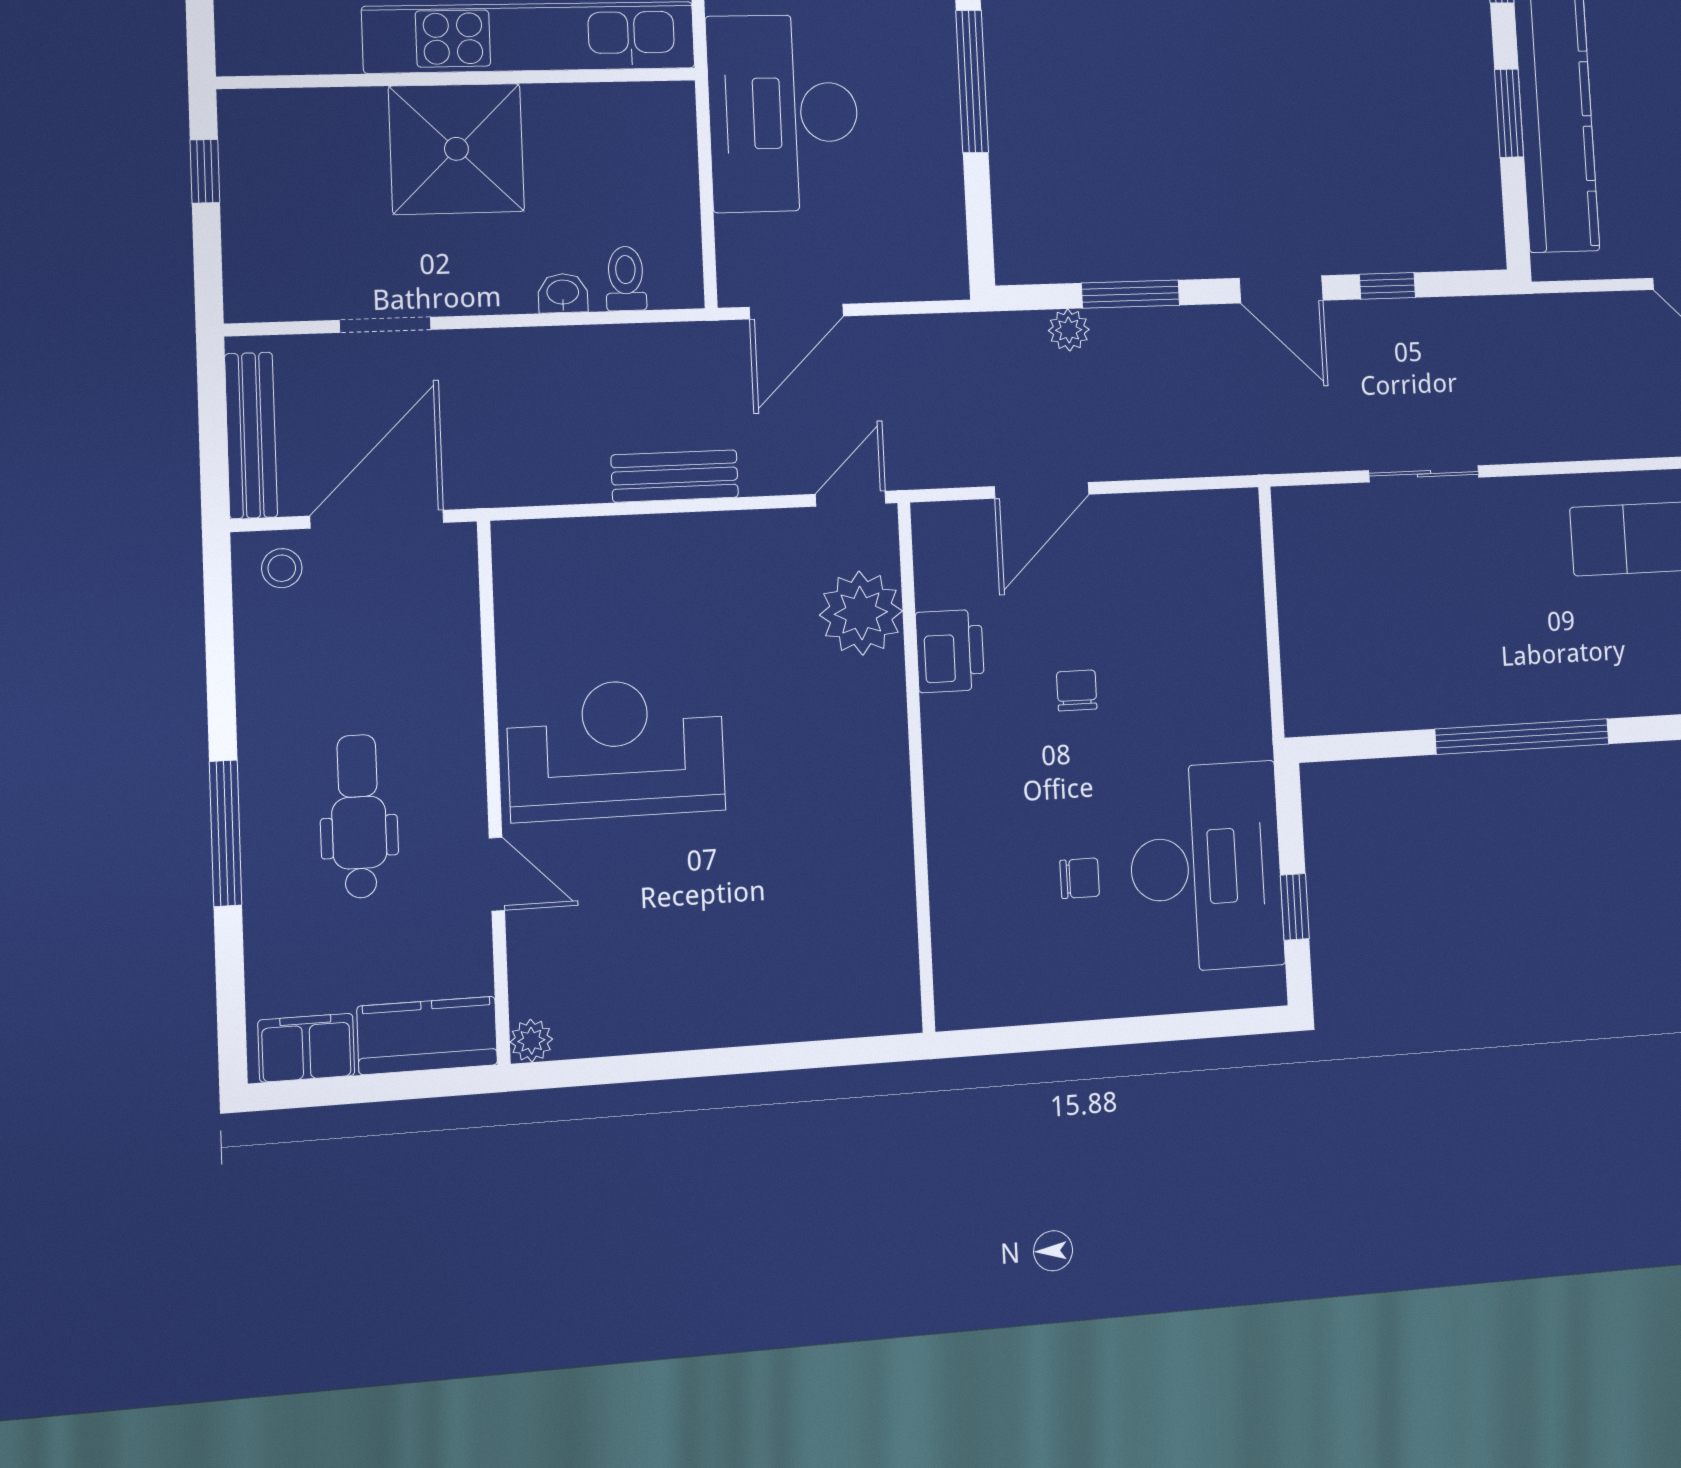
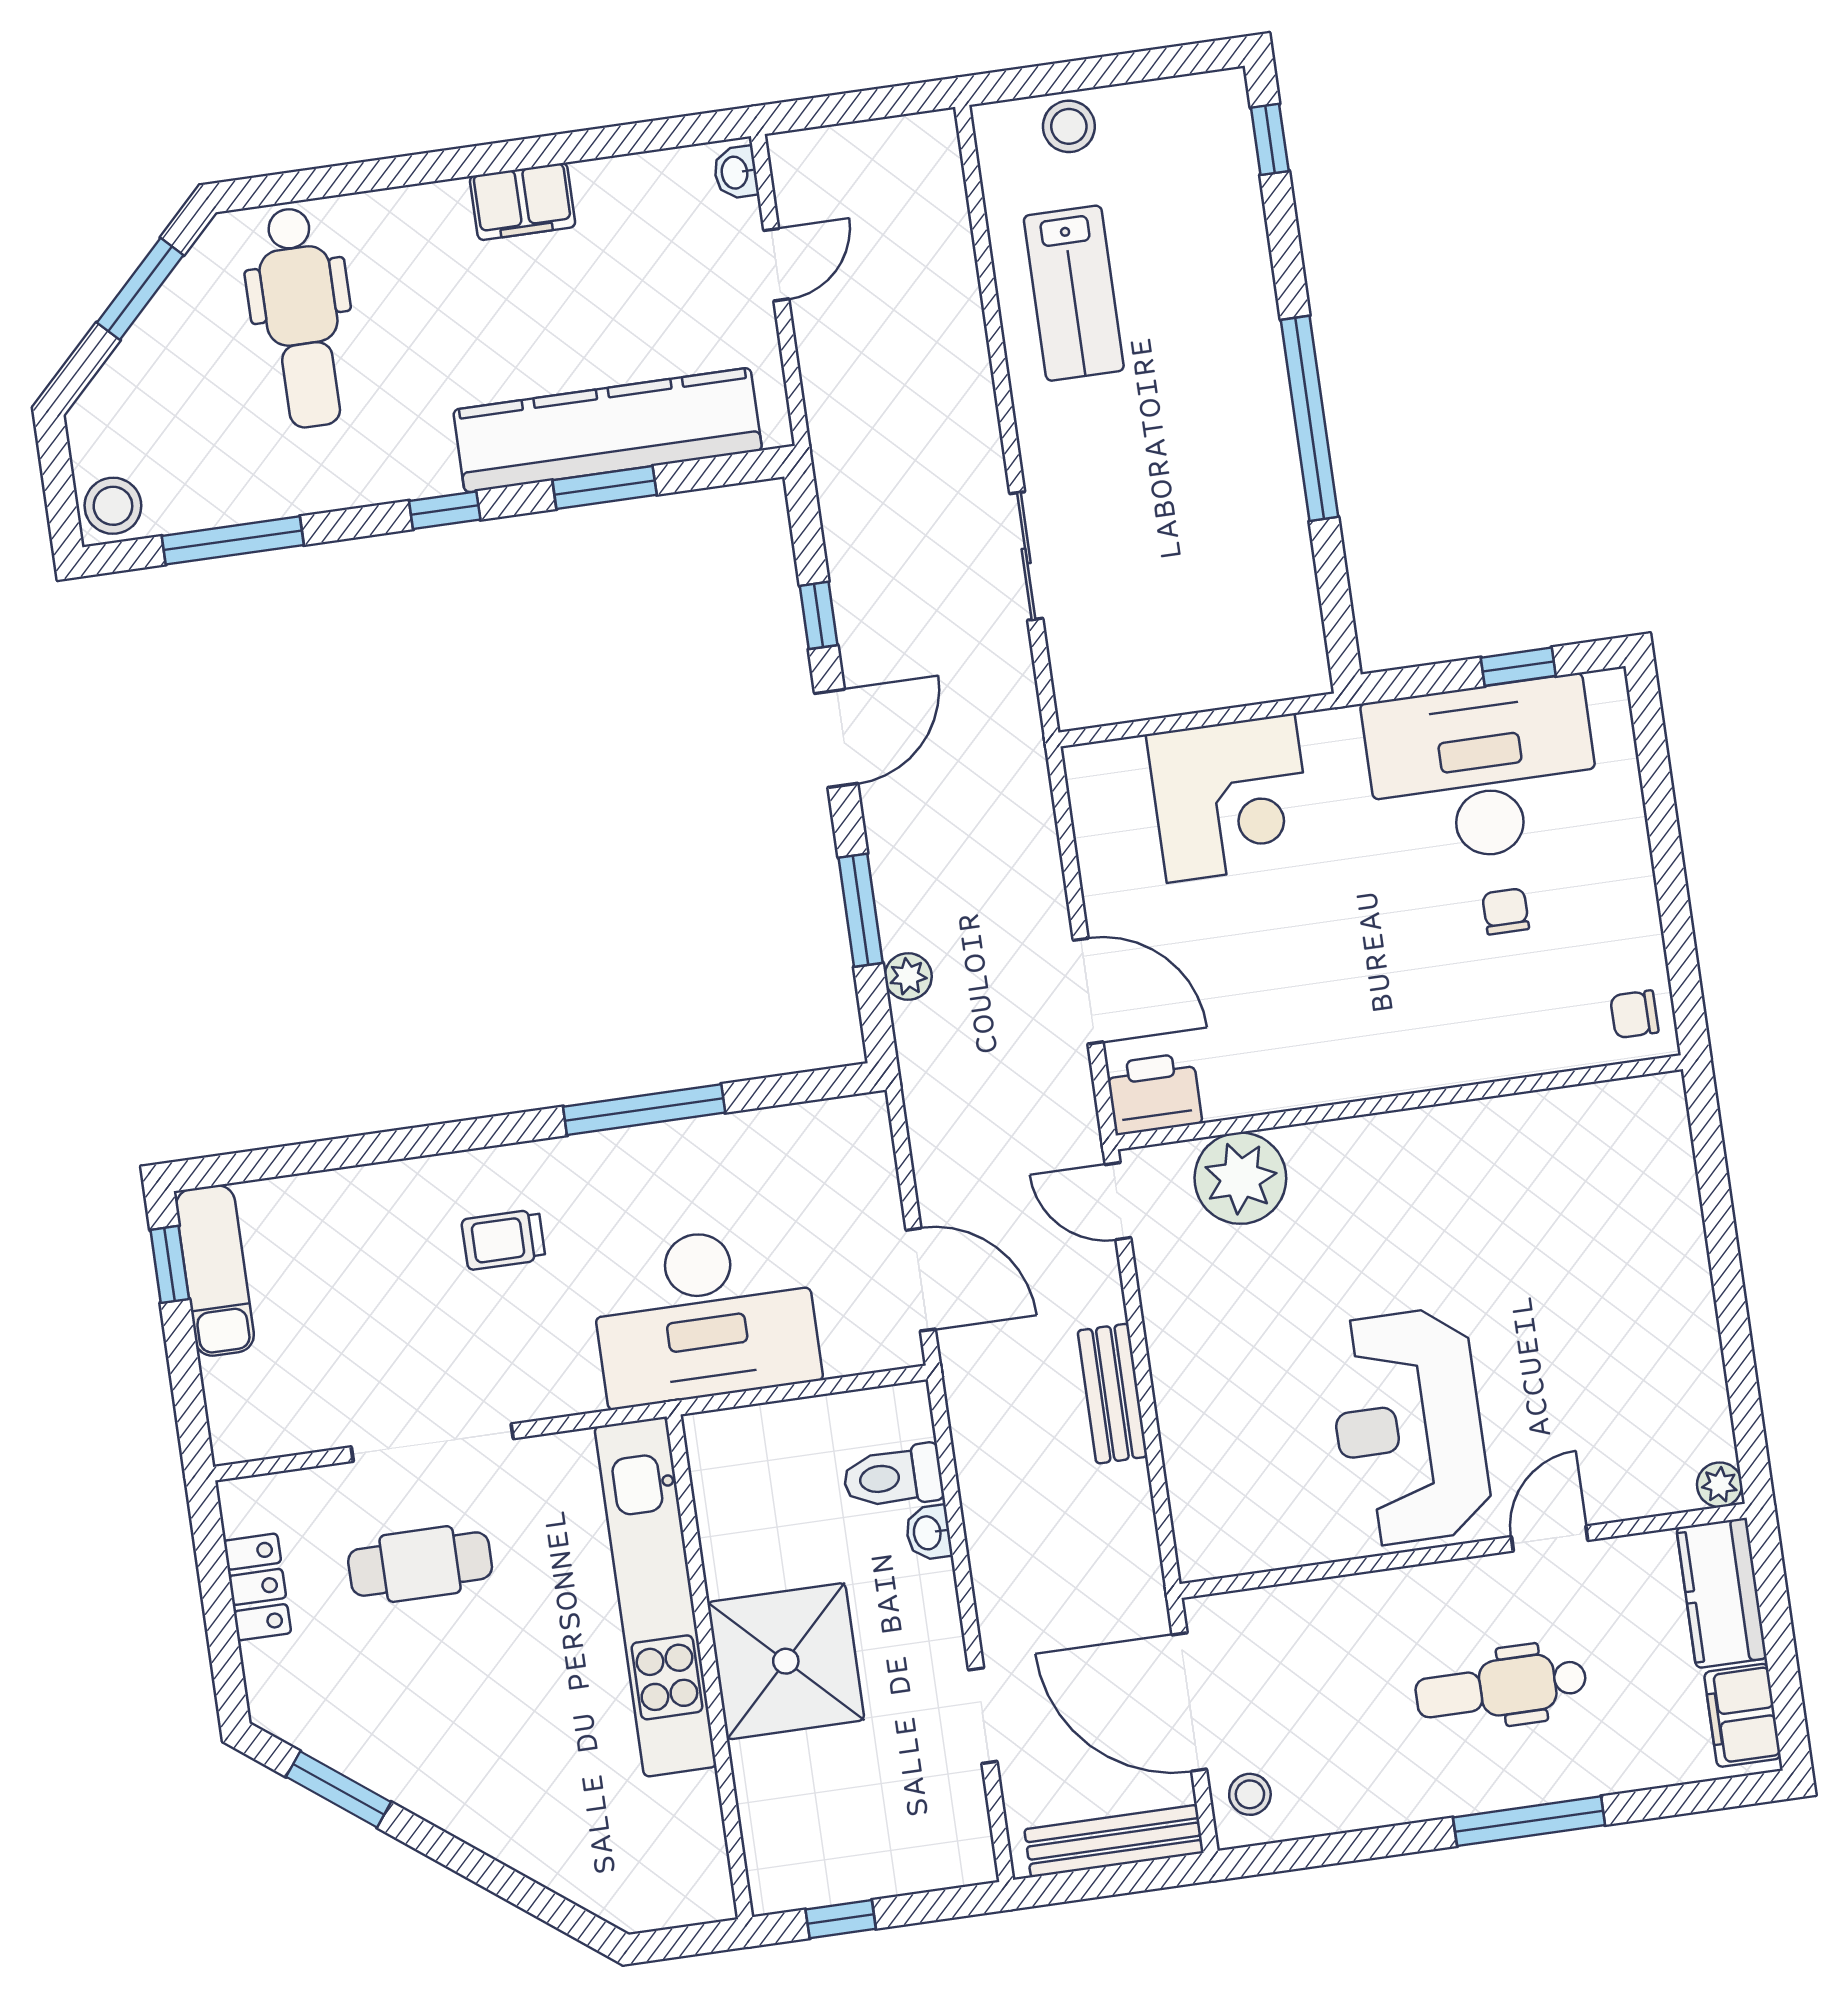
toilet: (626, 279) -> (893, 1477), width x1.37, depth x1.39
corner desk: (1201, 636) -> (1231, 798), added
printer: (950, 651) -> (1154, 1094), moved
chair: (1077, 690) -> (1634, 1014), moved

